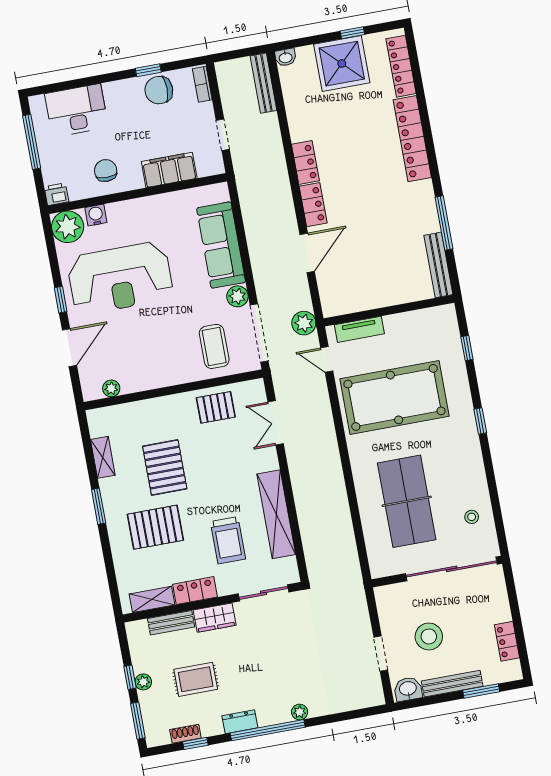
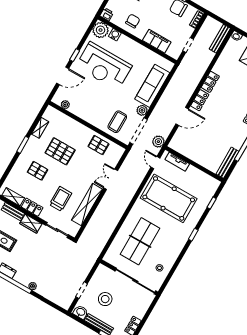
double door: (276, 423) -> (111, 179), moved
pallet: (165, 468) -> (60, 151), turned 90
pallet: (155, 527) -> (37, 171), width x0.67, depth x0.71
trolley: (228, 540) -> (61, 199), turned 180

